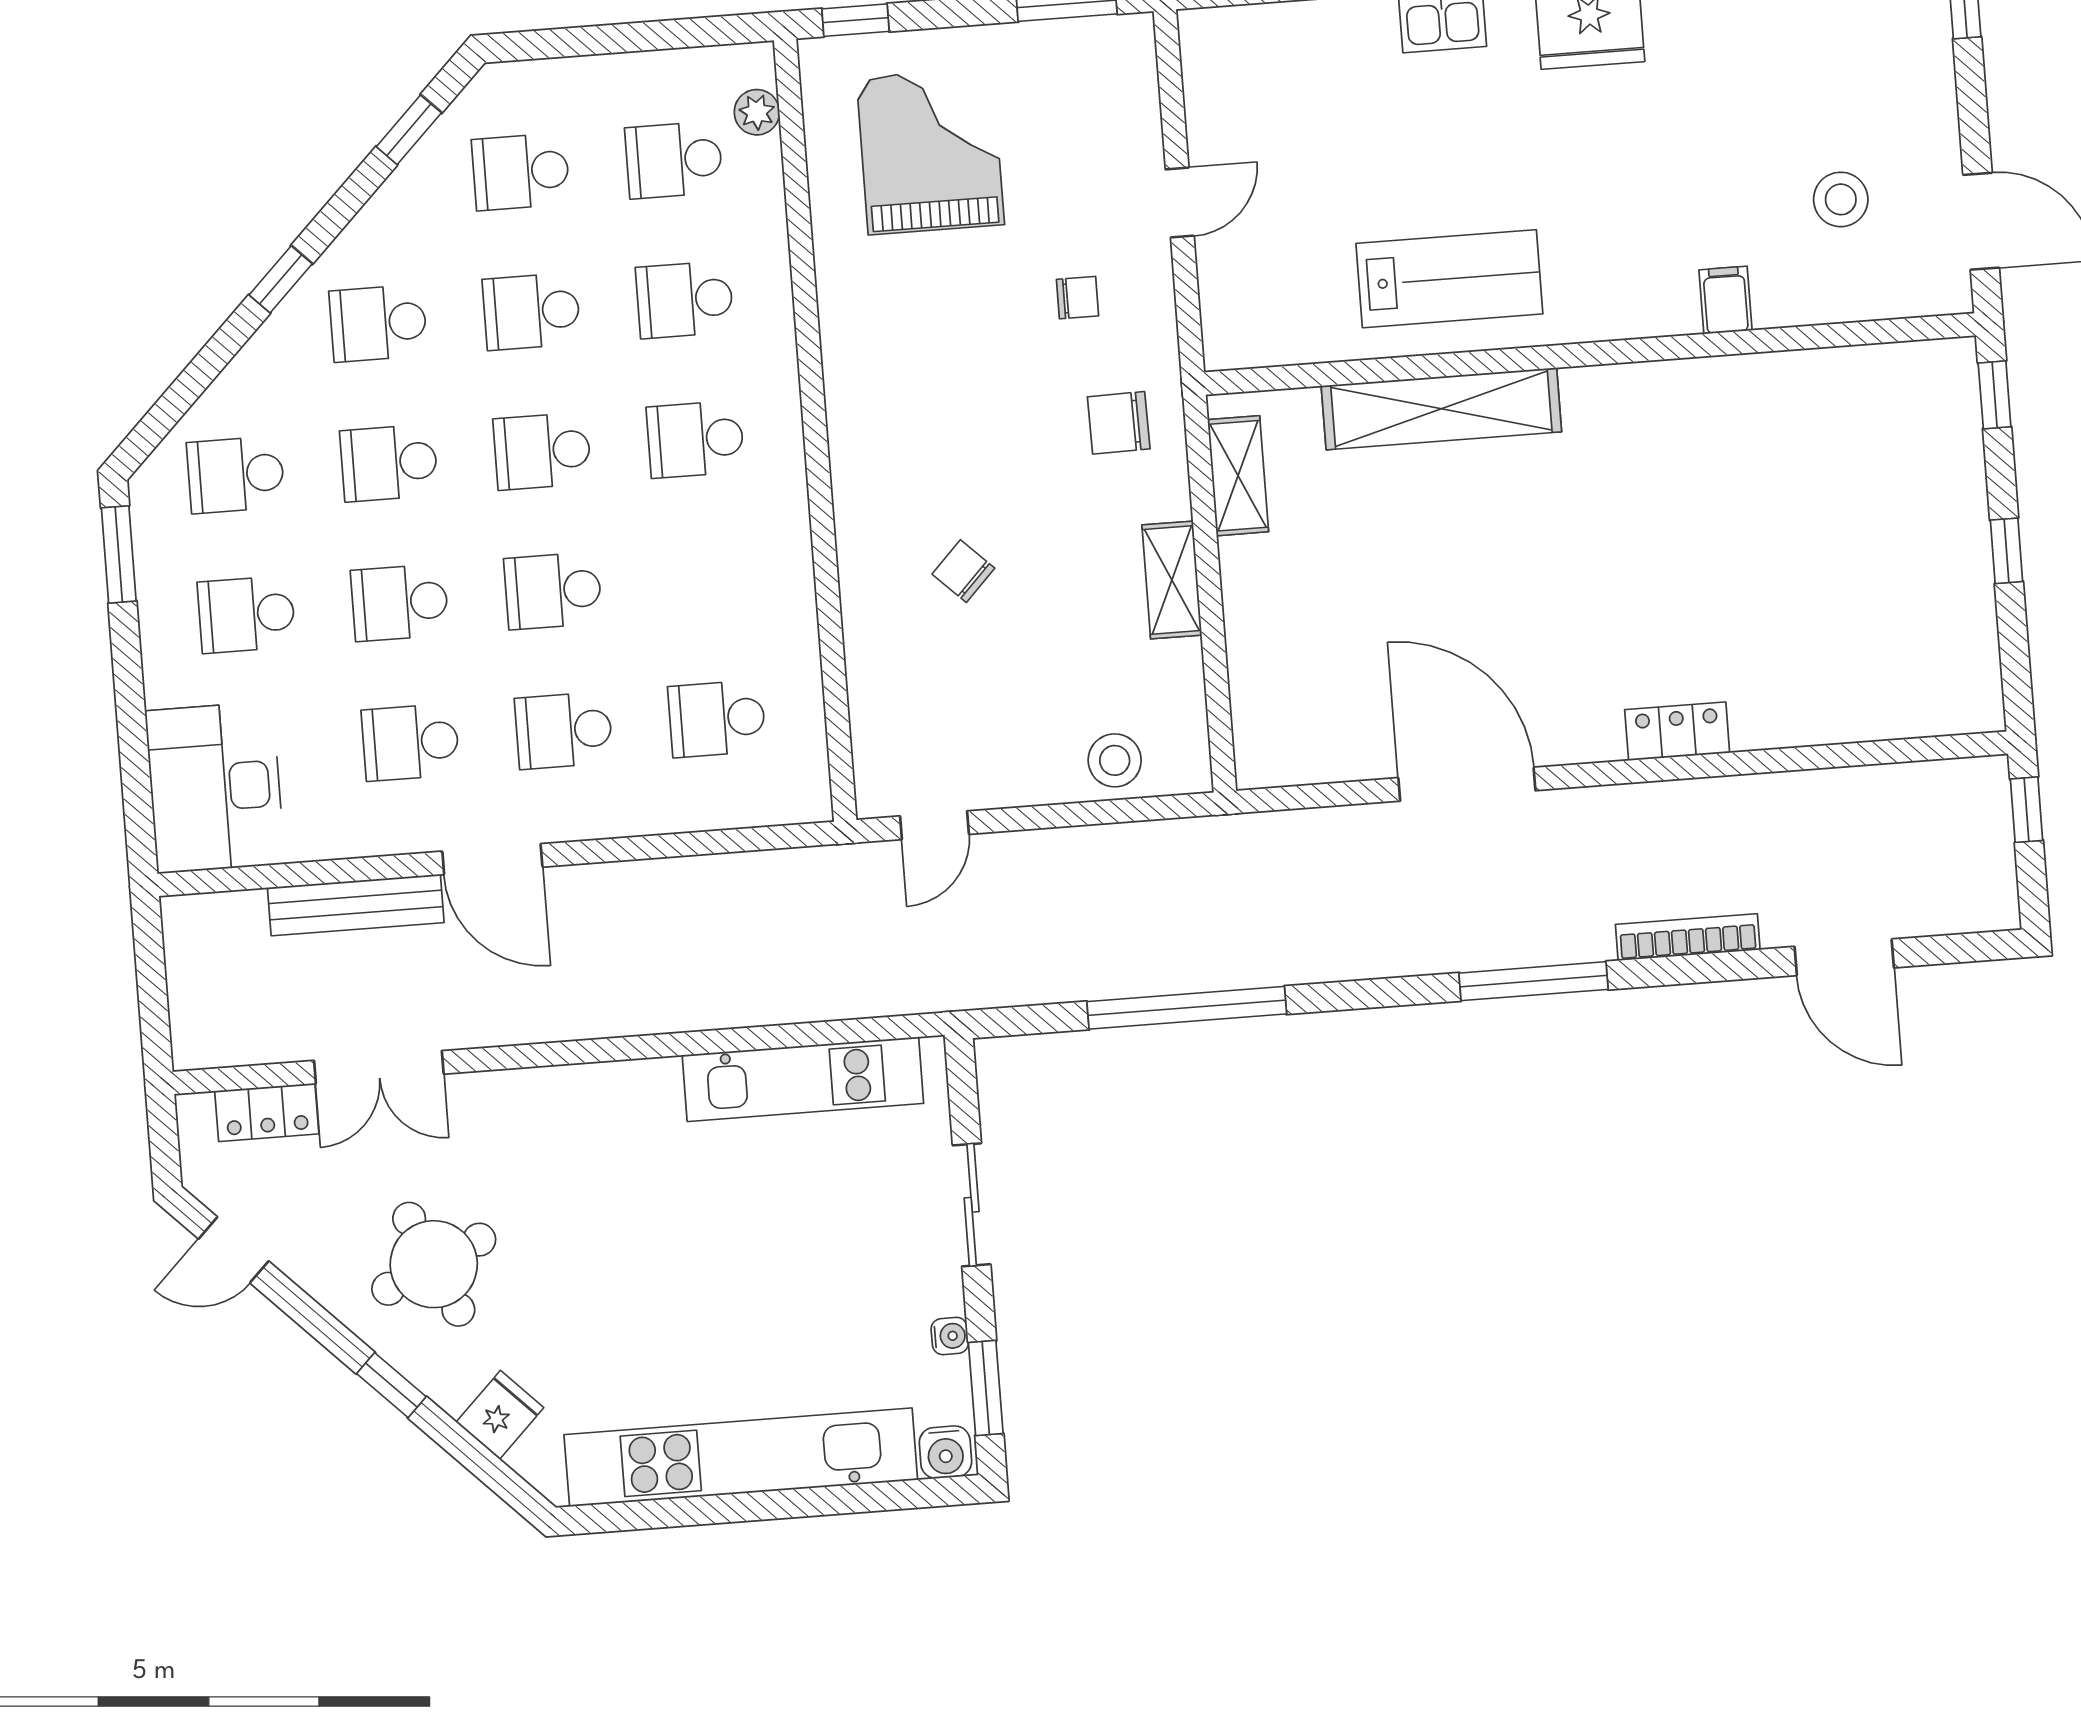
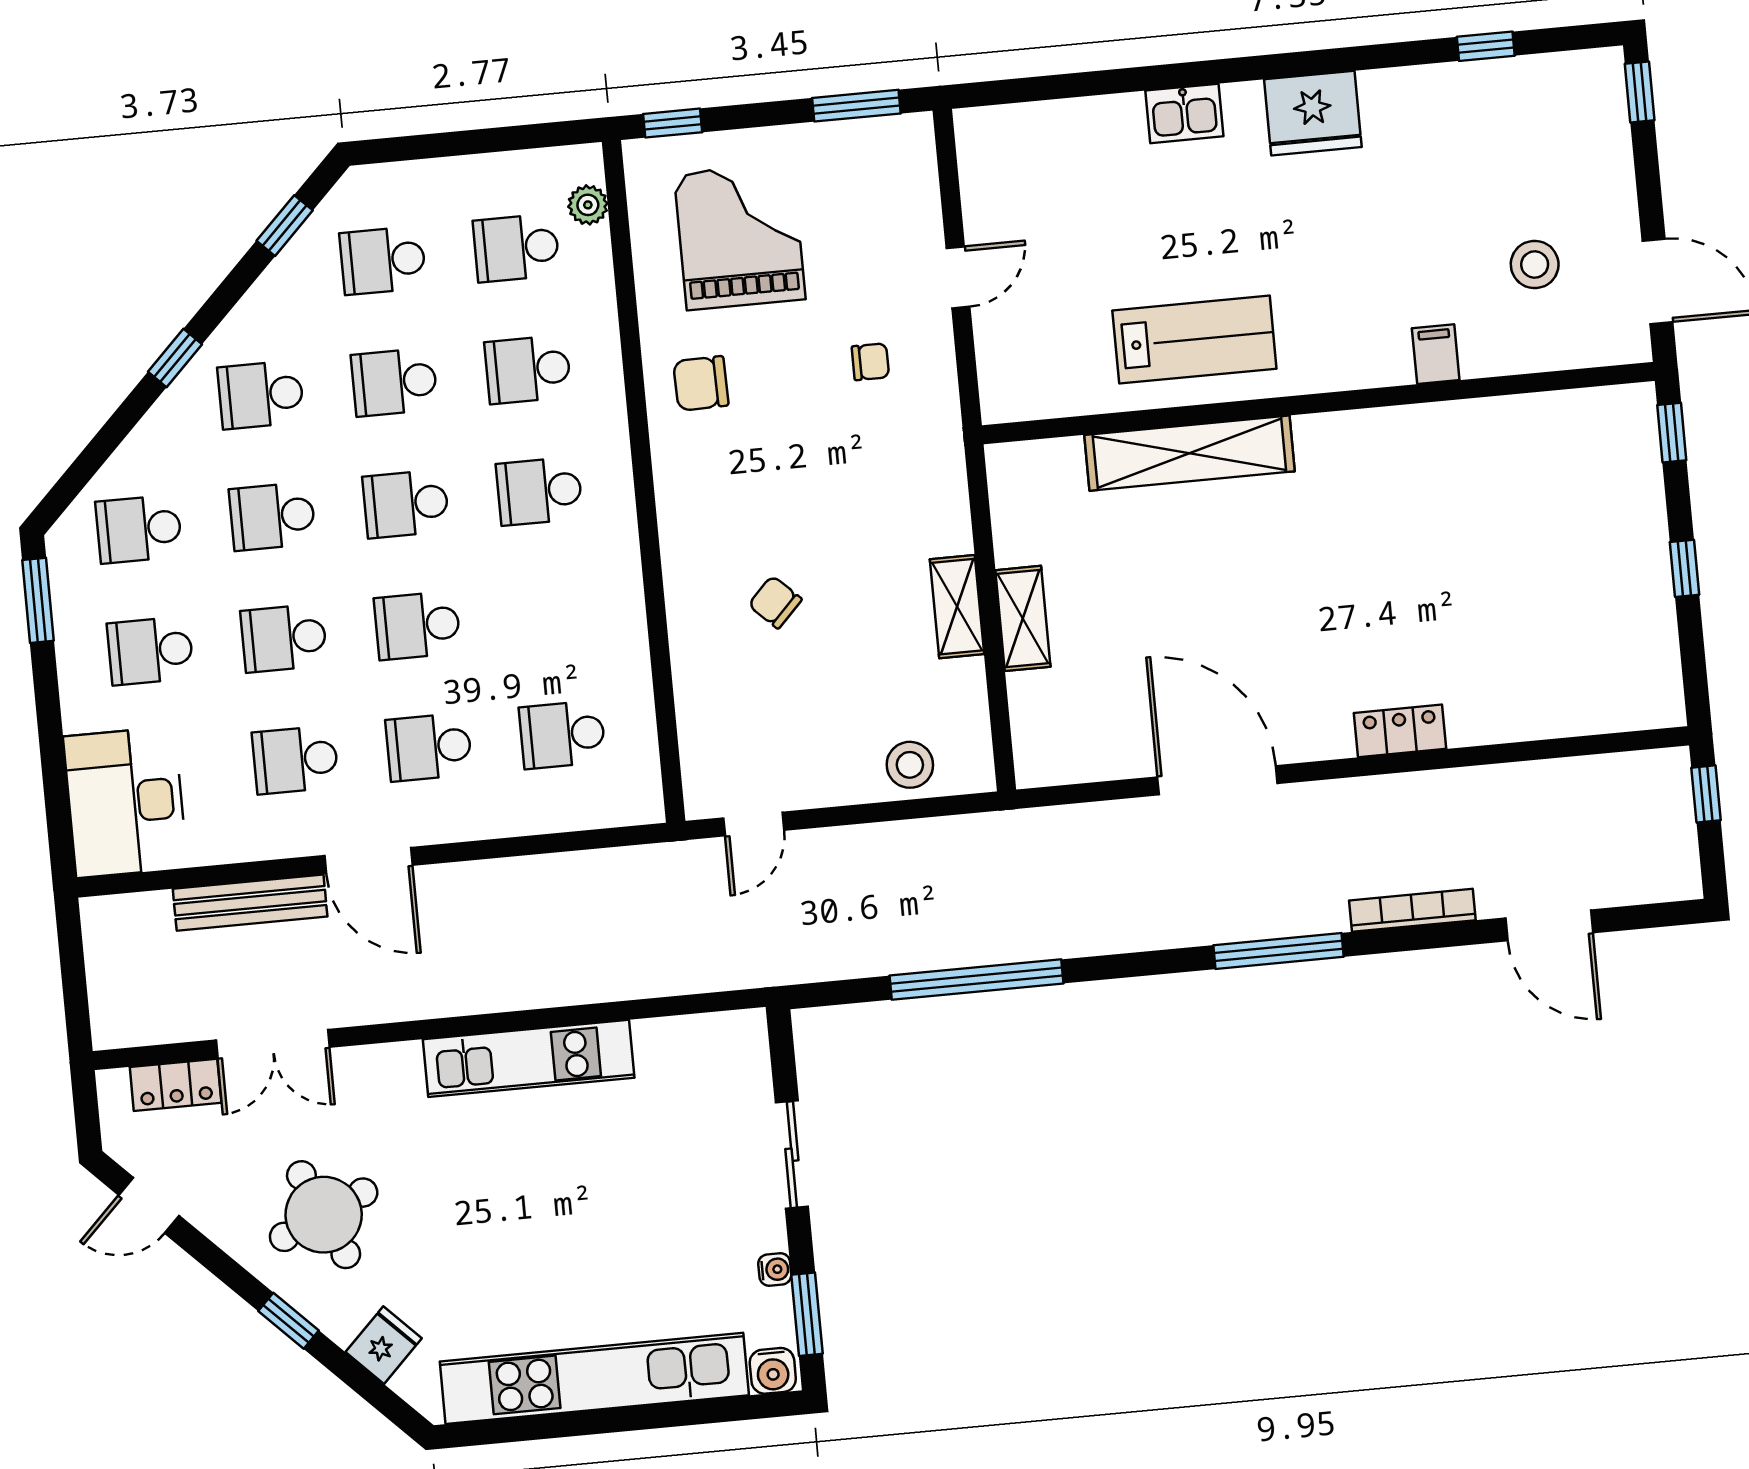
chair: (1119, 423) -> (701, 383), moved
shelving: (1238, 476) -> (1023, 618), moved
kitchen unit: (803, 1079) -> (529, 1058), moved

